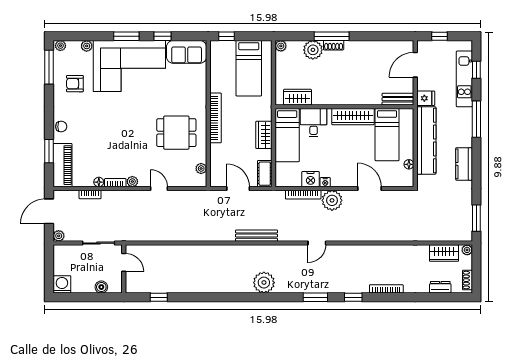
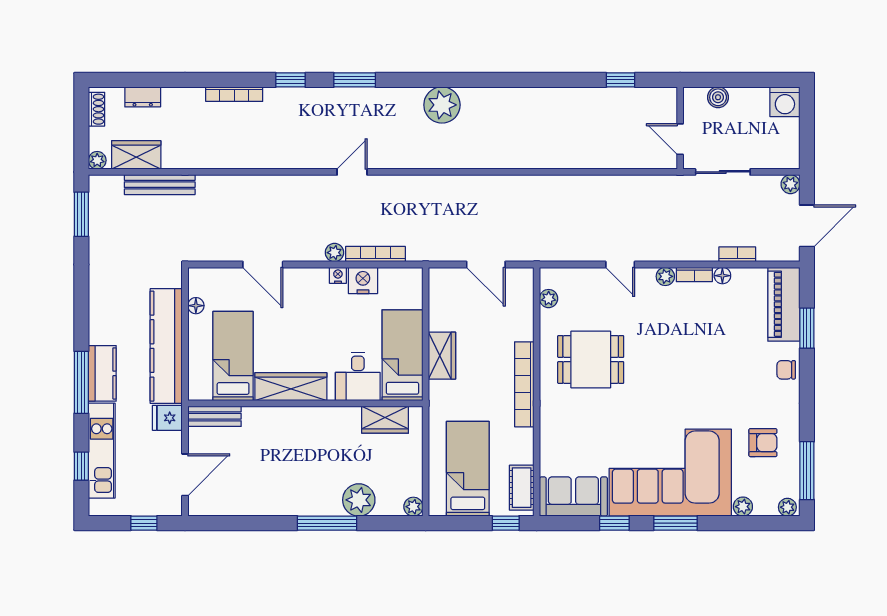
shoe rack: (334, 45) -> (324, 508), removed
kitchen counter: (464, 164) -> (102, 373), moved
cot: (265, 174) -> (522, 488), moved
plant: (332, 200) -> (334, 253), width x0.53, depth x0.53
bench: (257, 236) -> (160, 185), moved

